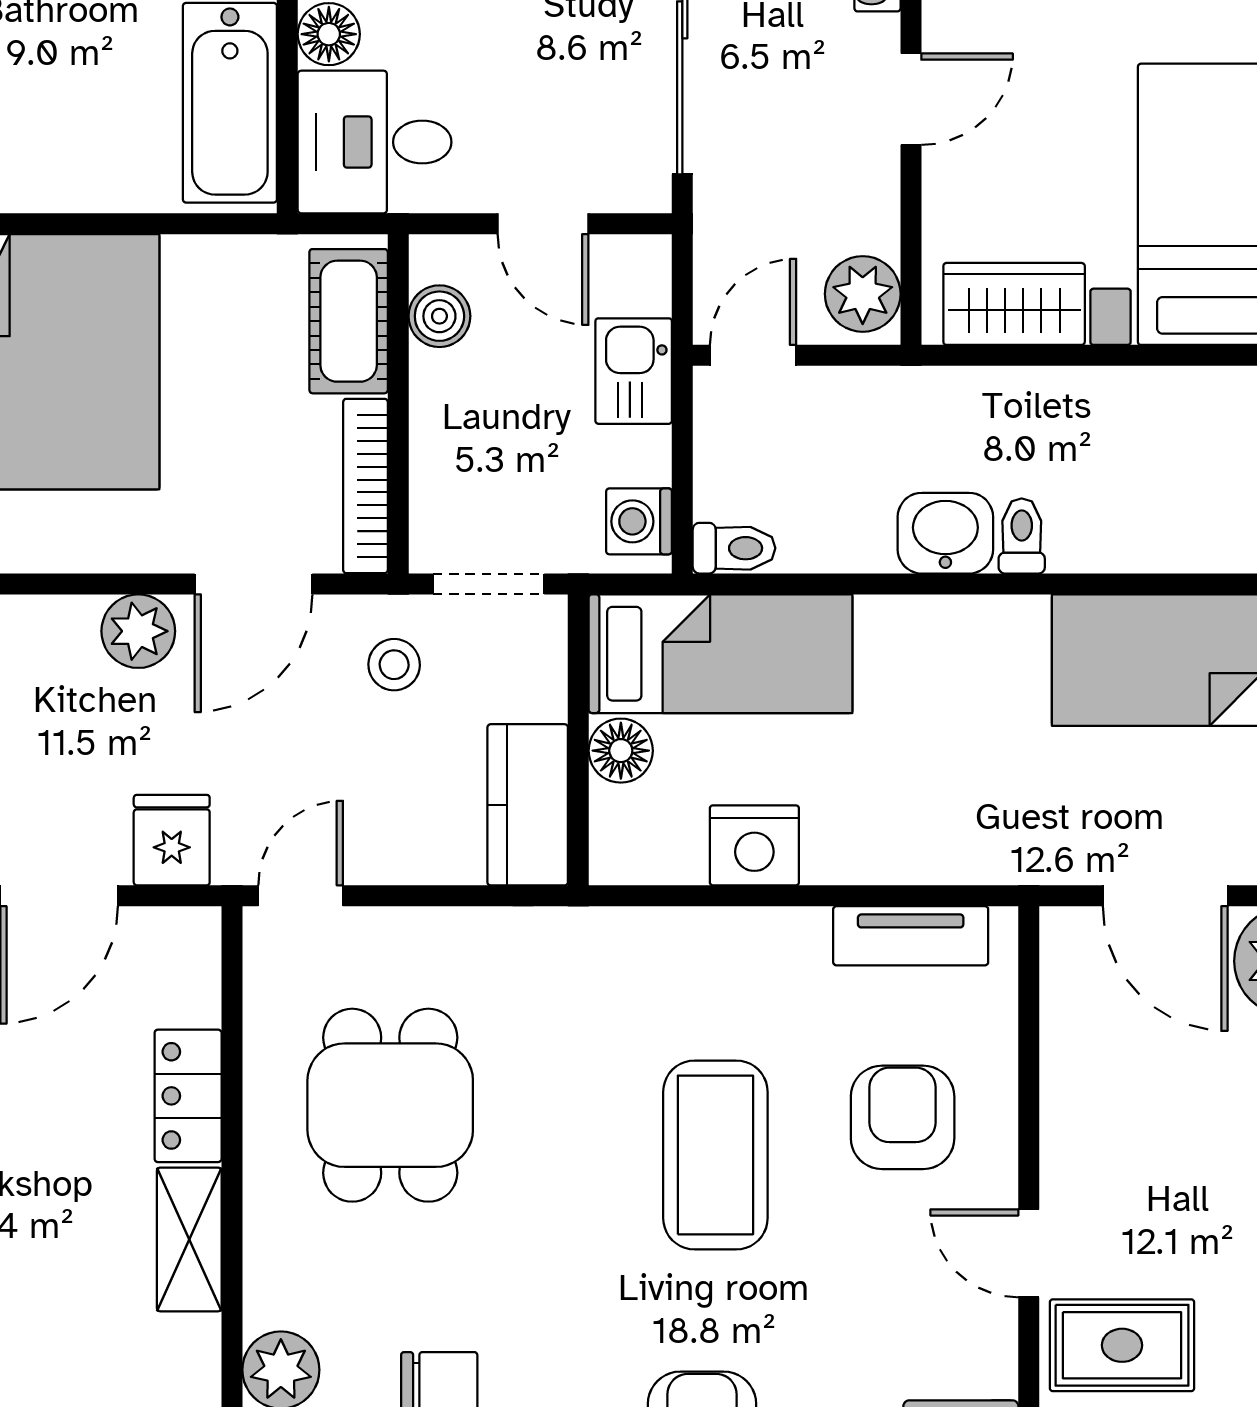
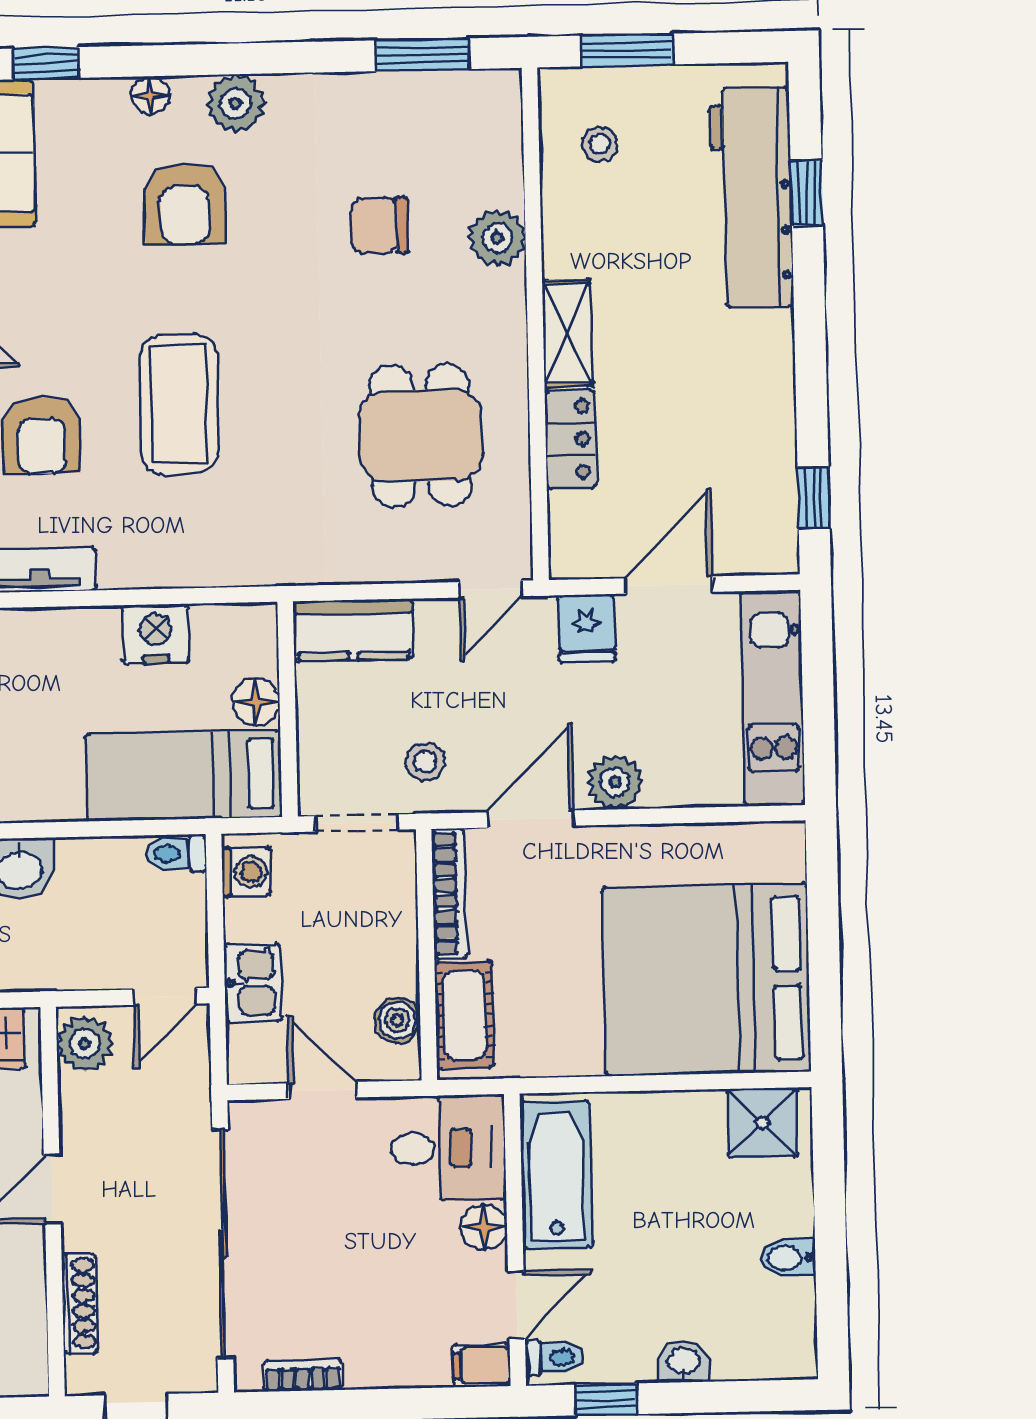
kitchen counter: (528, 805) -> (353, 630), moved, turned 90

